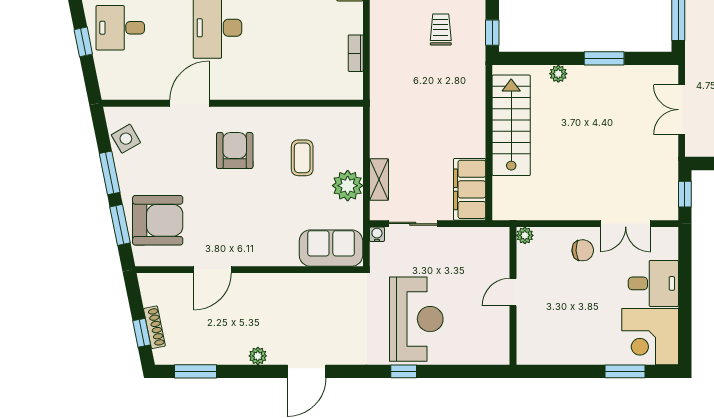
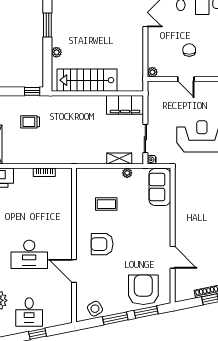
plant: (348, 186) -> (127, 173), width x0.53, depth x0.53
chair: (583, 250) -> (189, 50), moved

